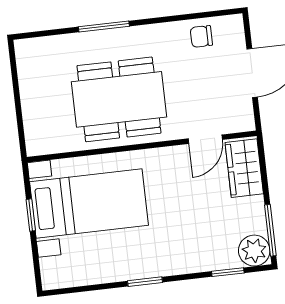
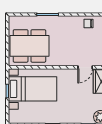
dining table: (119, 99) -> (29, 46), moved

